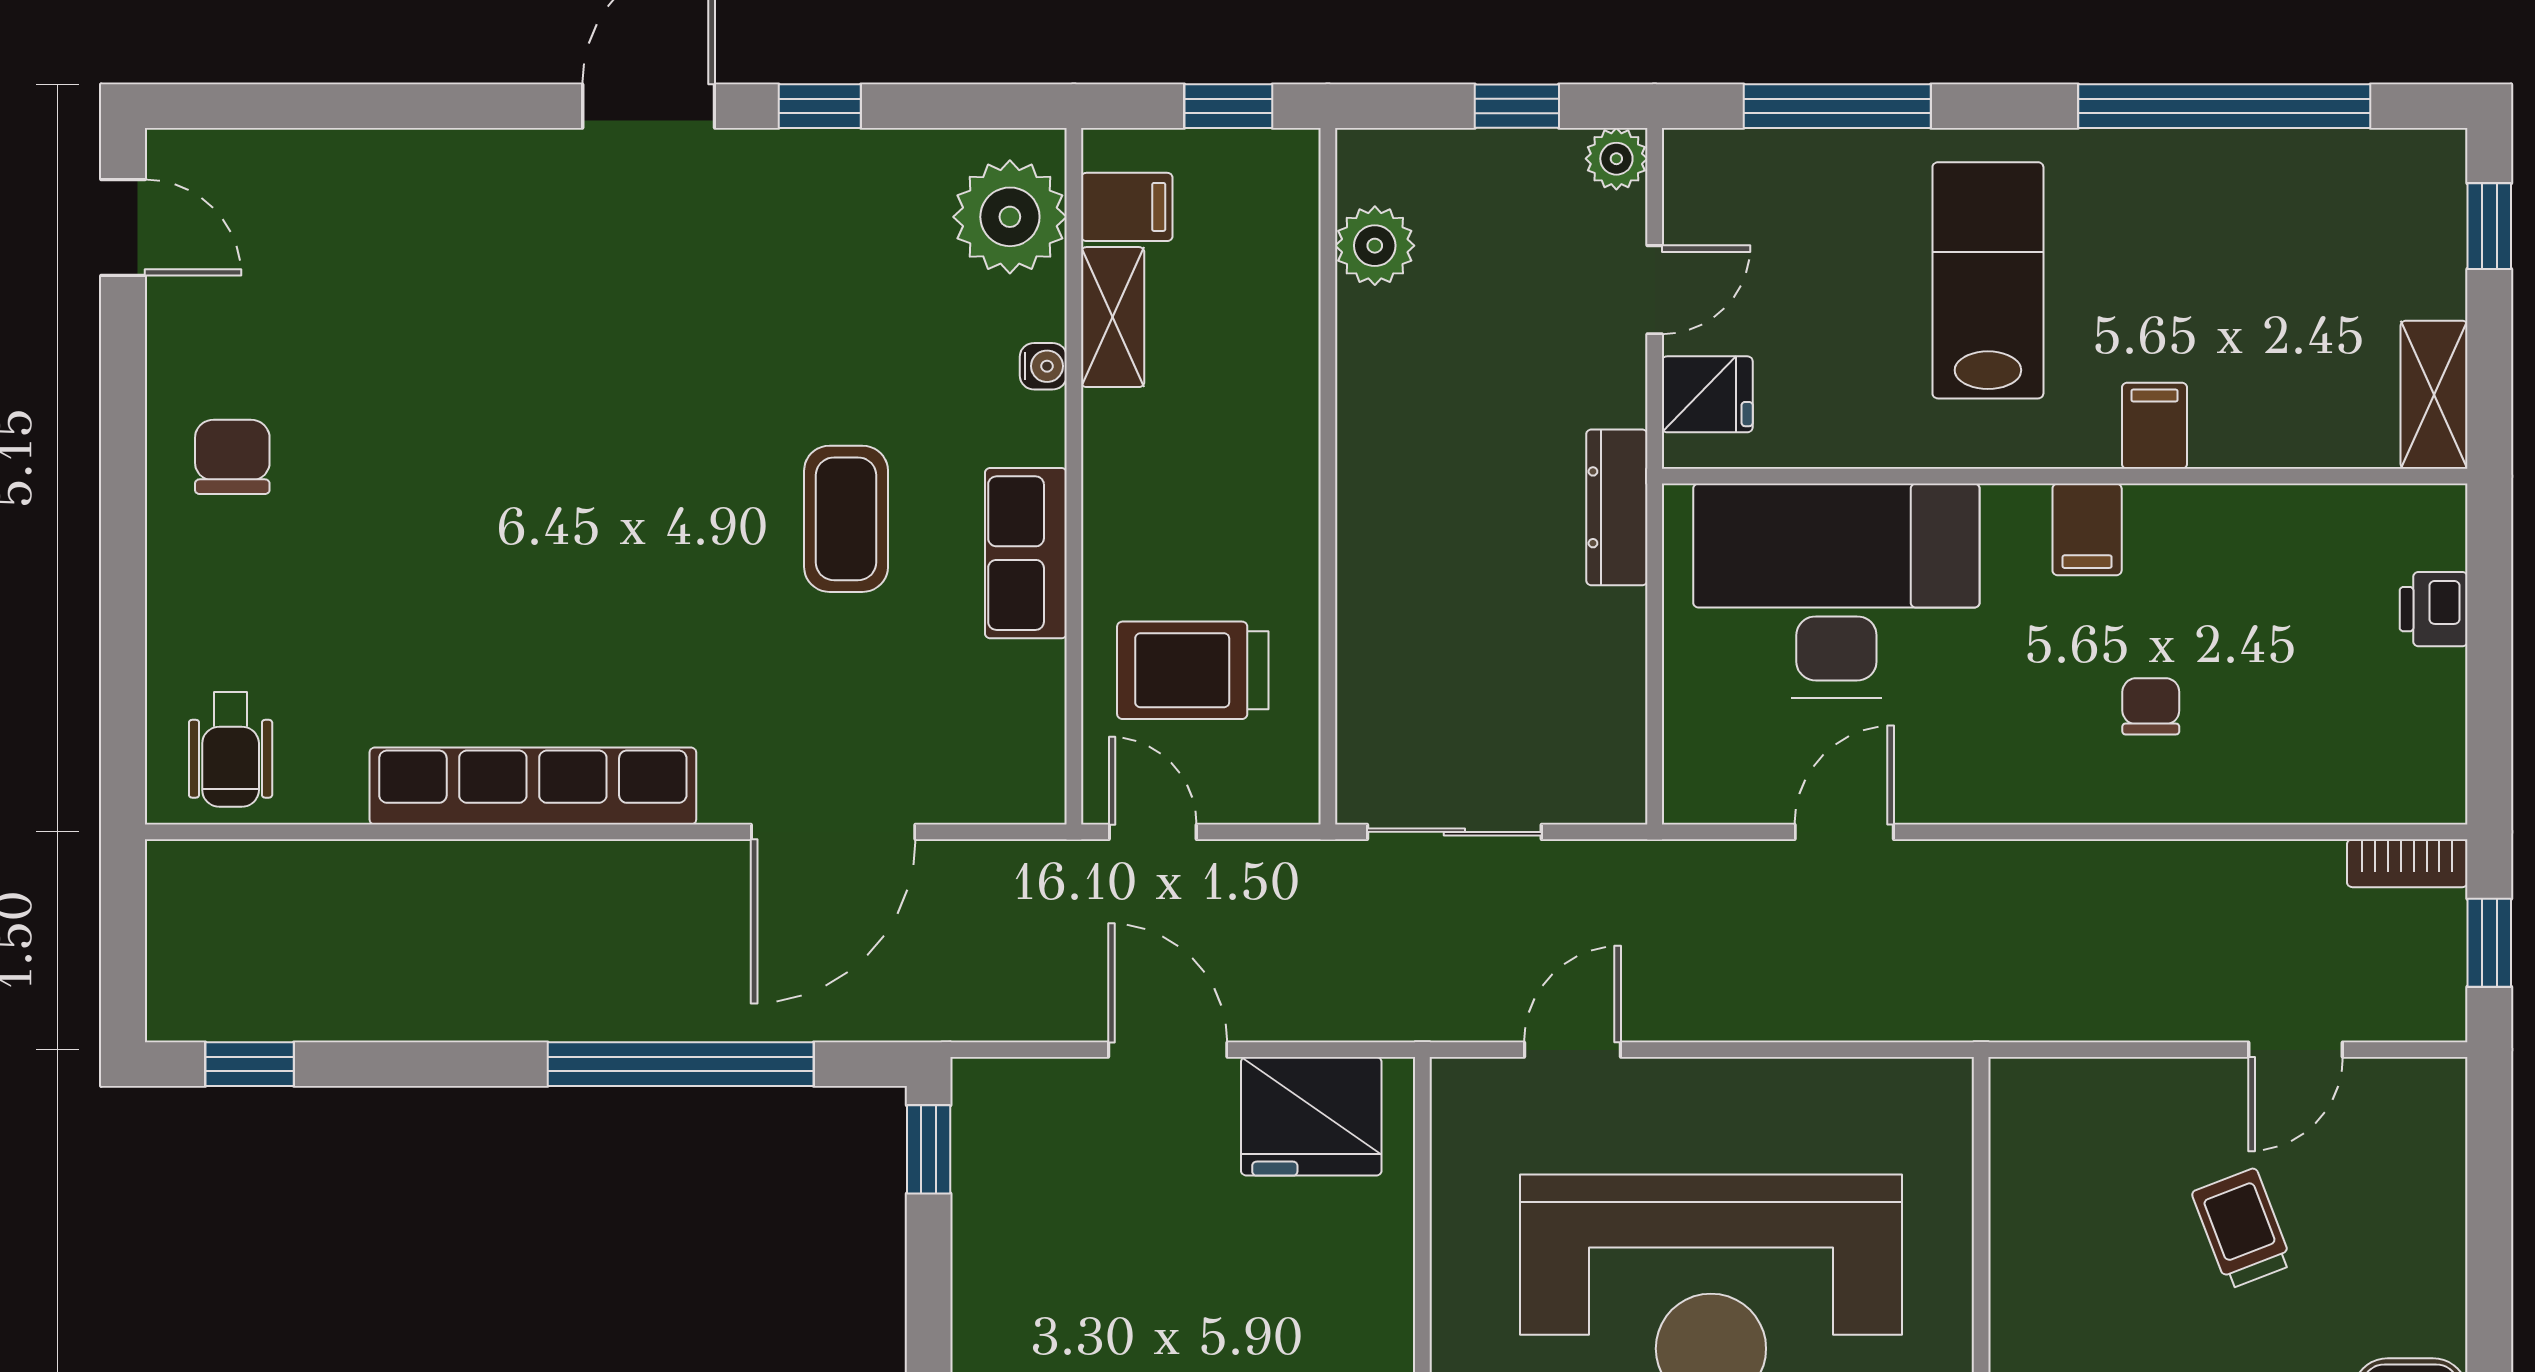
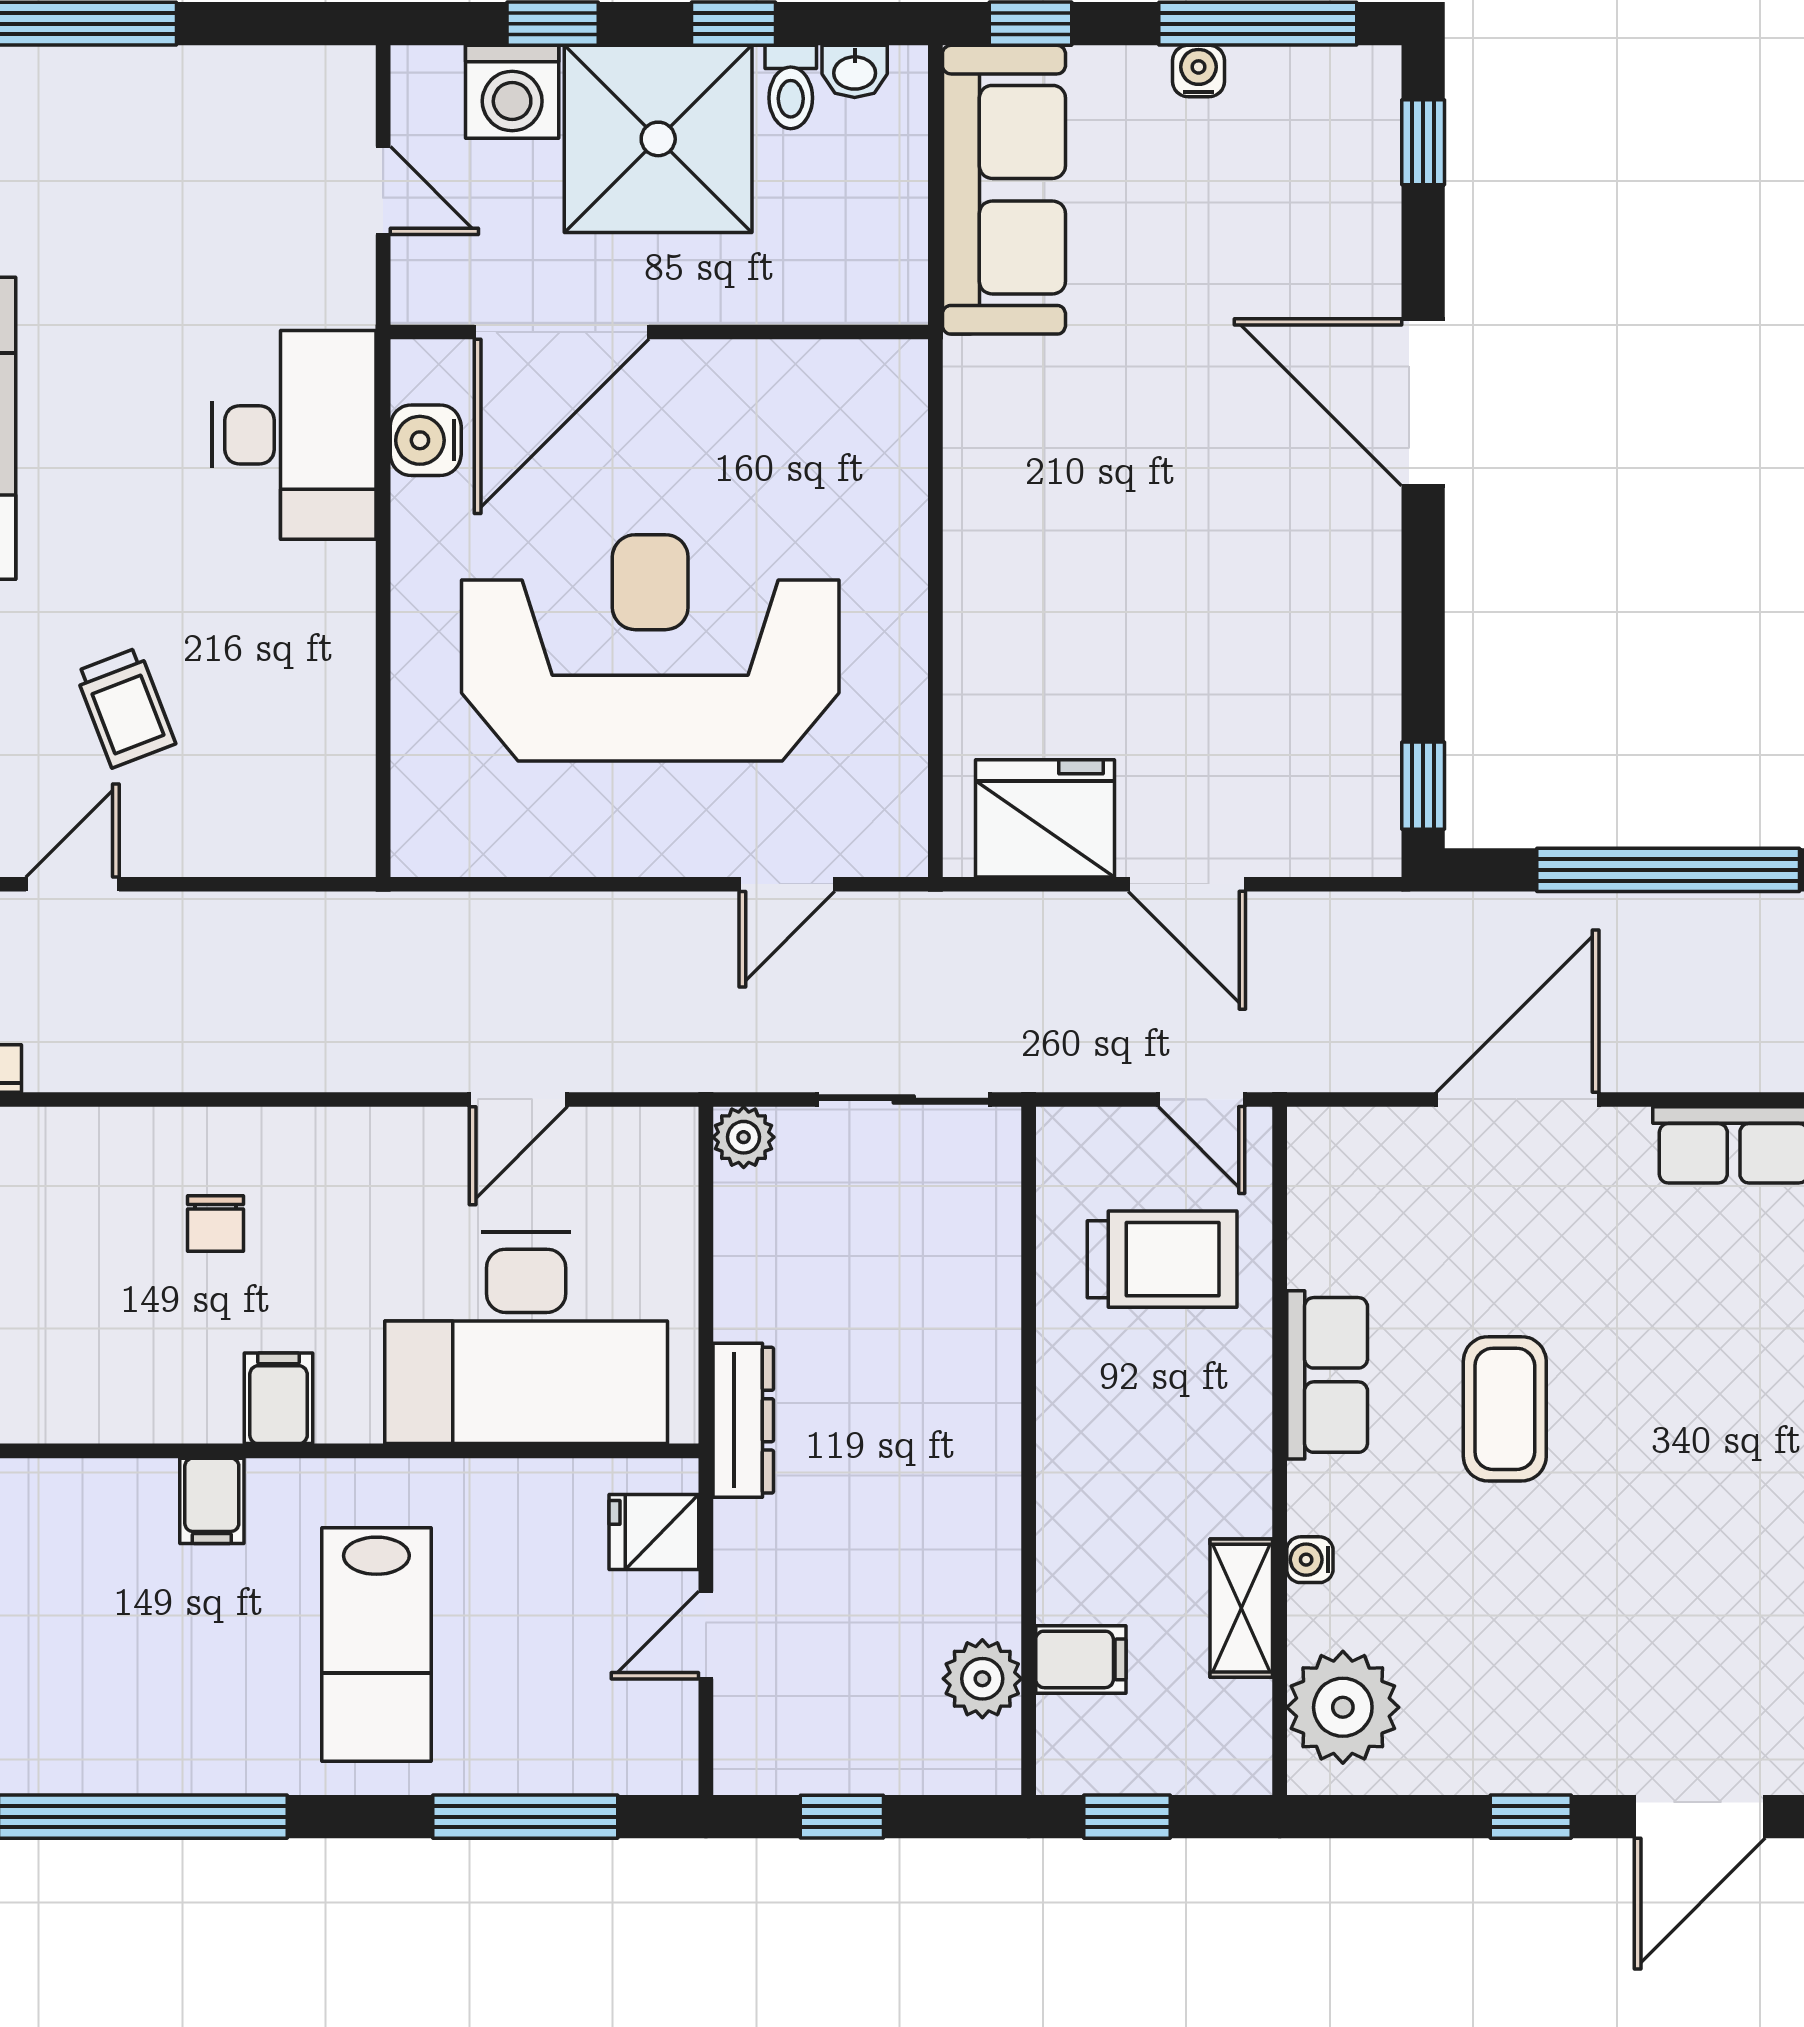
plant: (1616, 159) -> (744, 1137), moved
filing cabinet: (1127, 207) -> (1081, 1659), moved, turned 180

